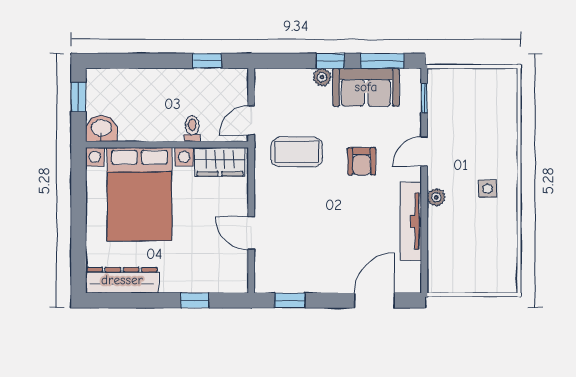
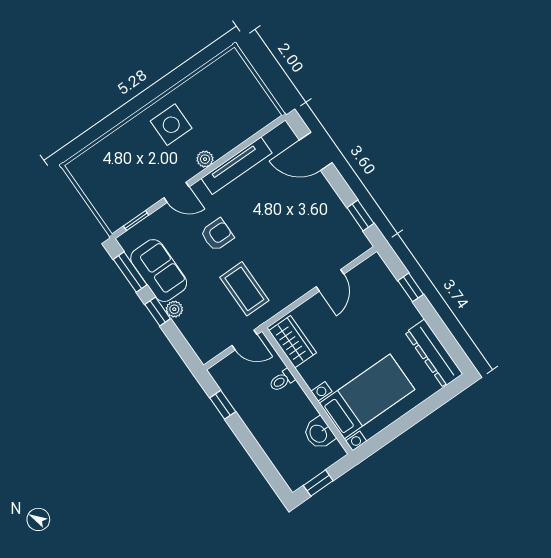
washbasin: (101, 129) -> (319, 433), moved
side table: (488, 189) -> (171, 125), width x1.87, depth x1.87
bed with nightstands: (139, 194) -> (367, 396), width x0.73

